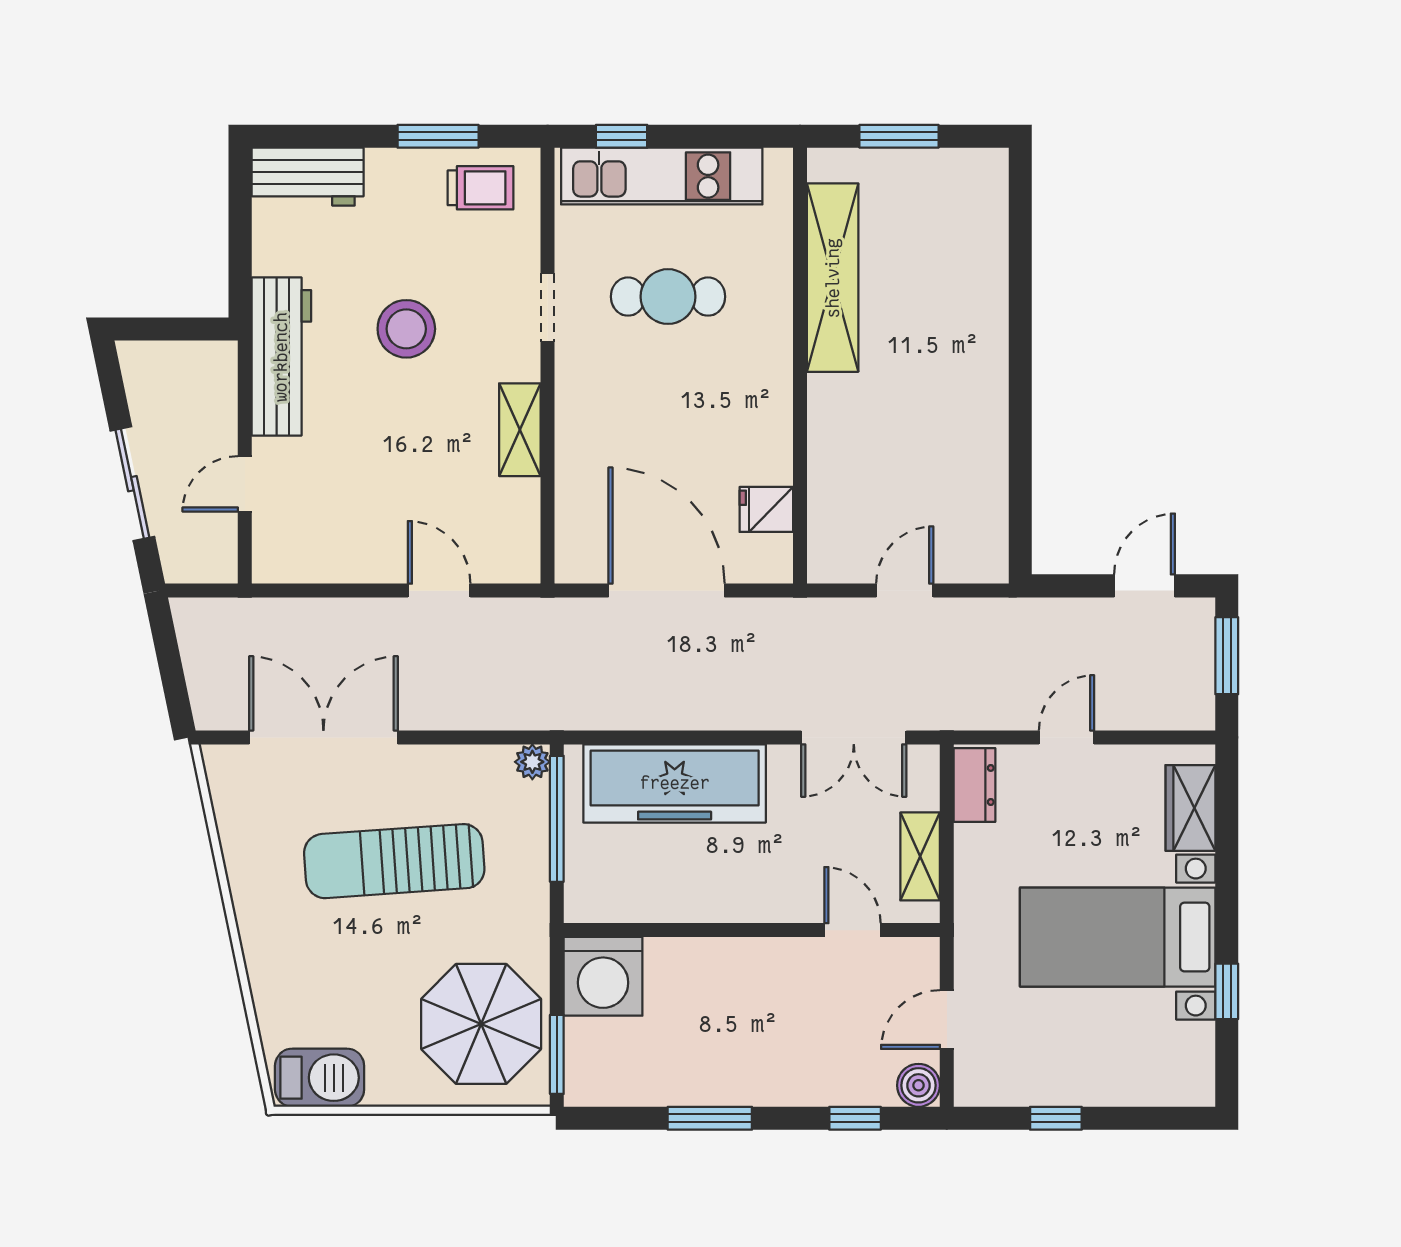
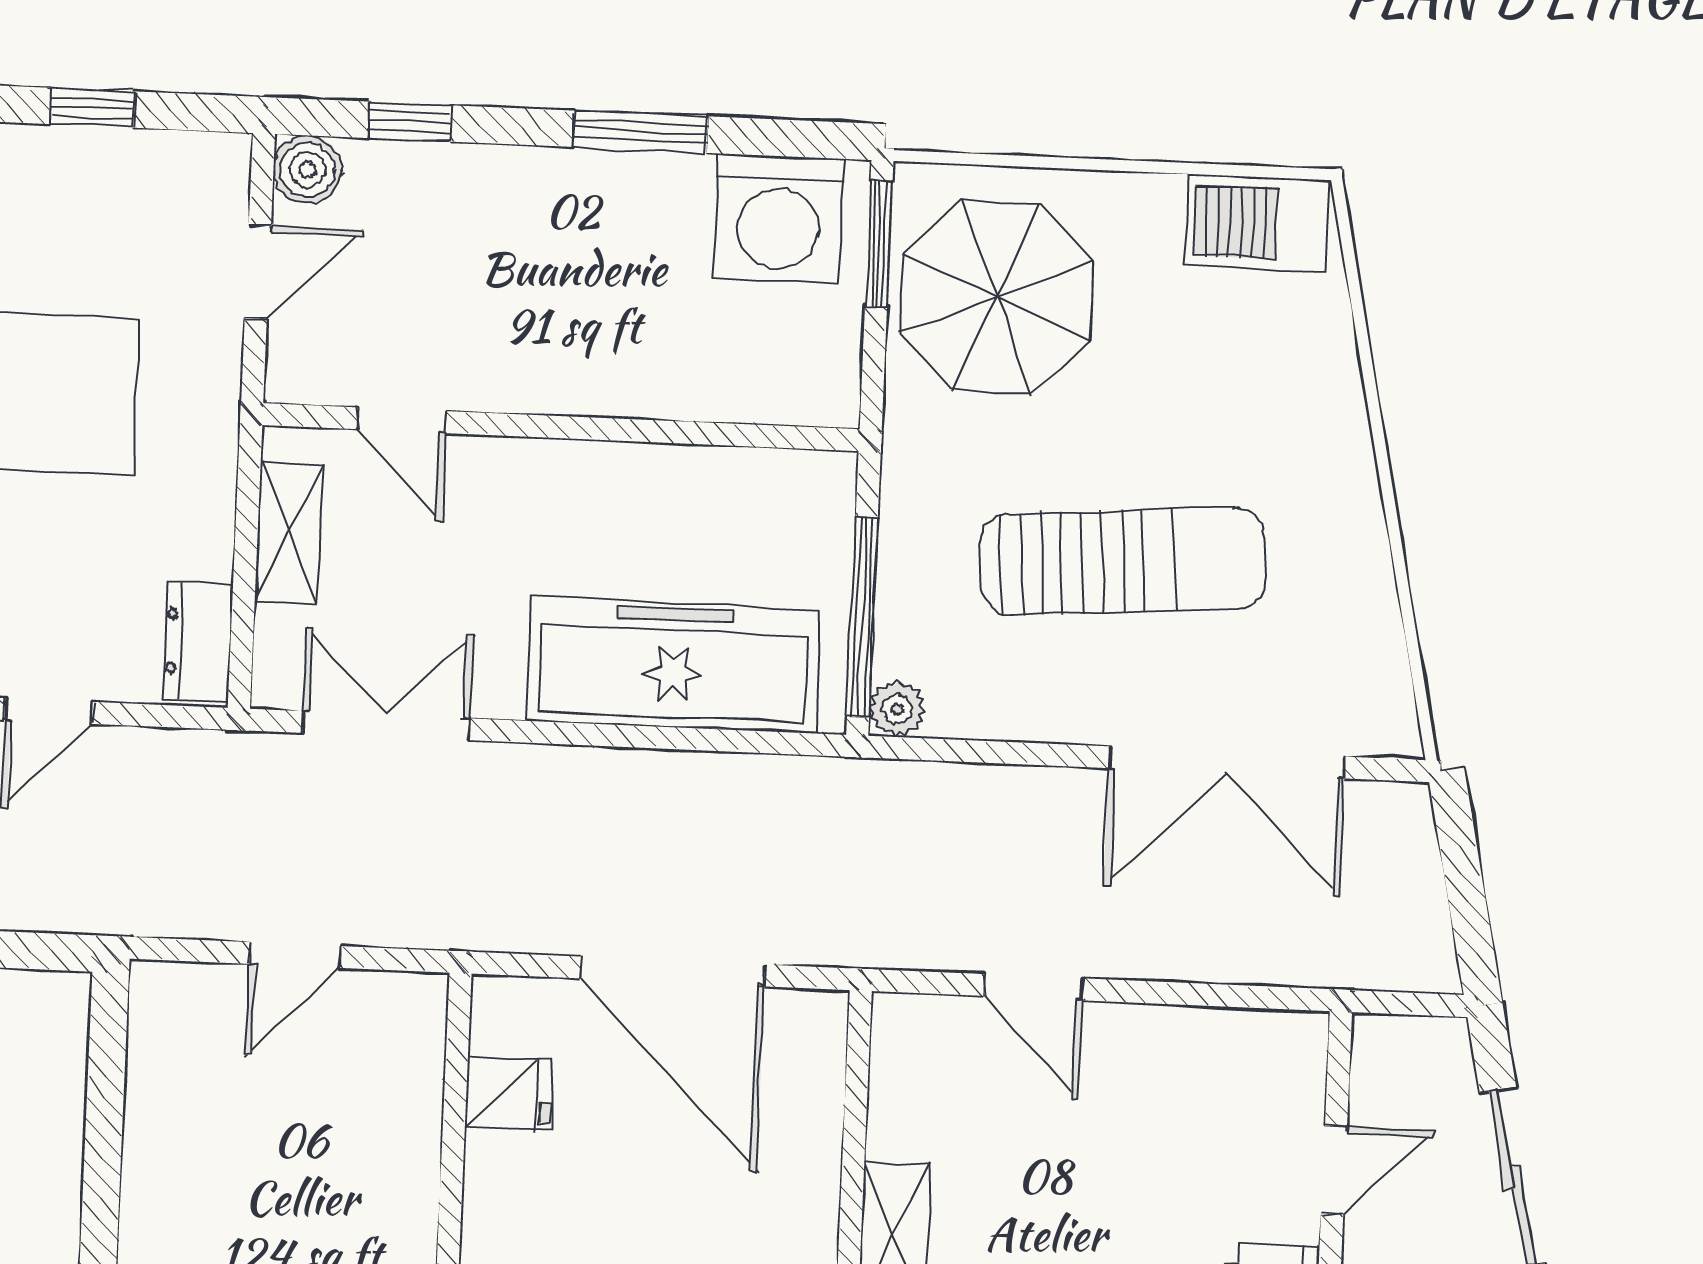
washing machine: (603, 976) -> (779, 219), moved, turned 180

